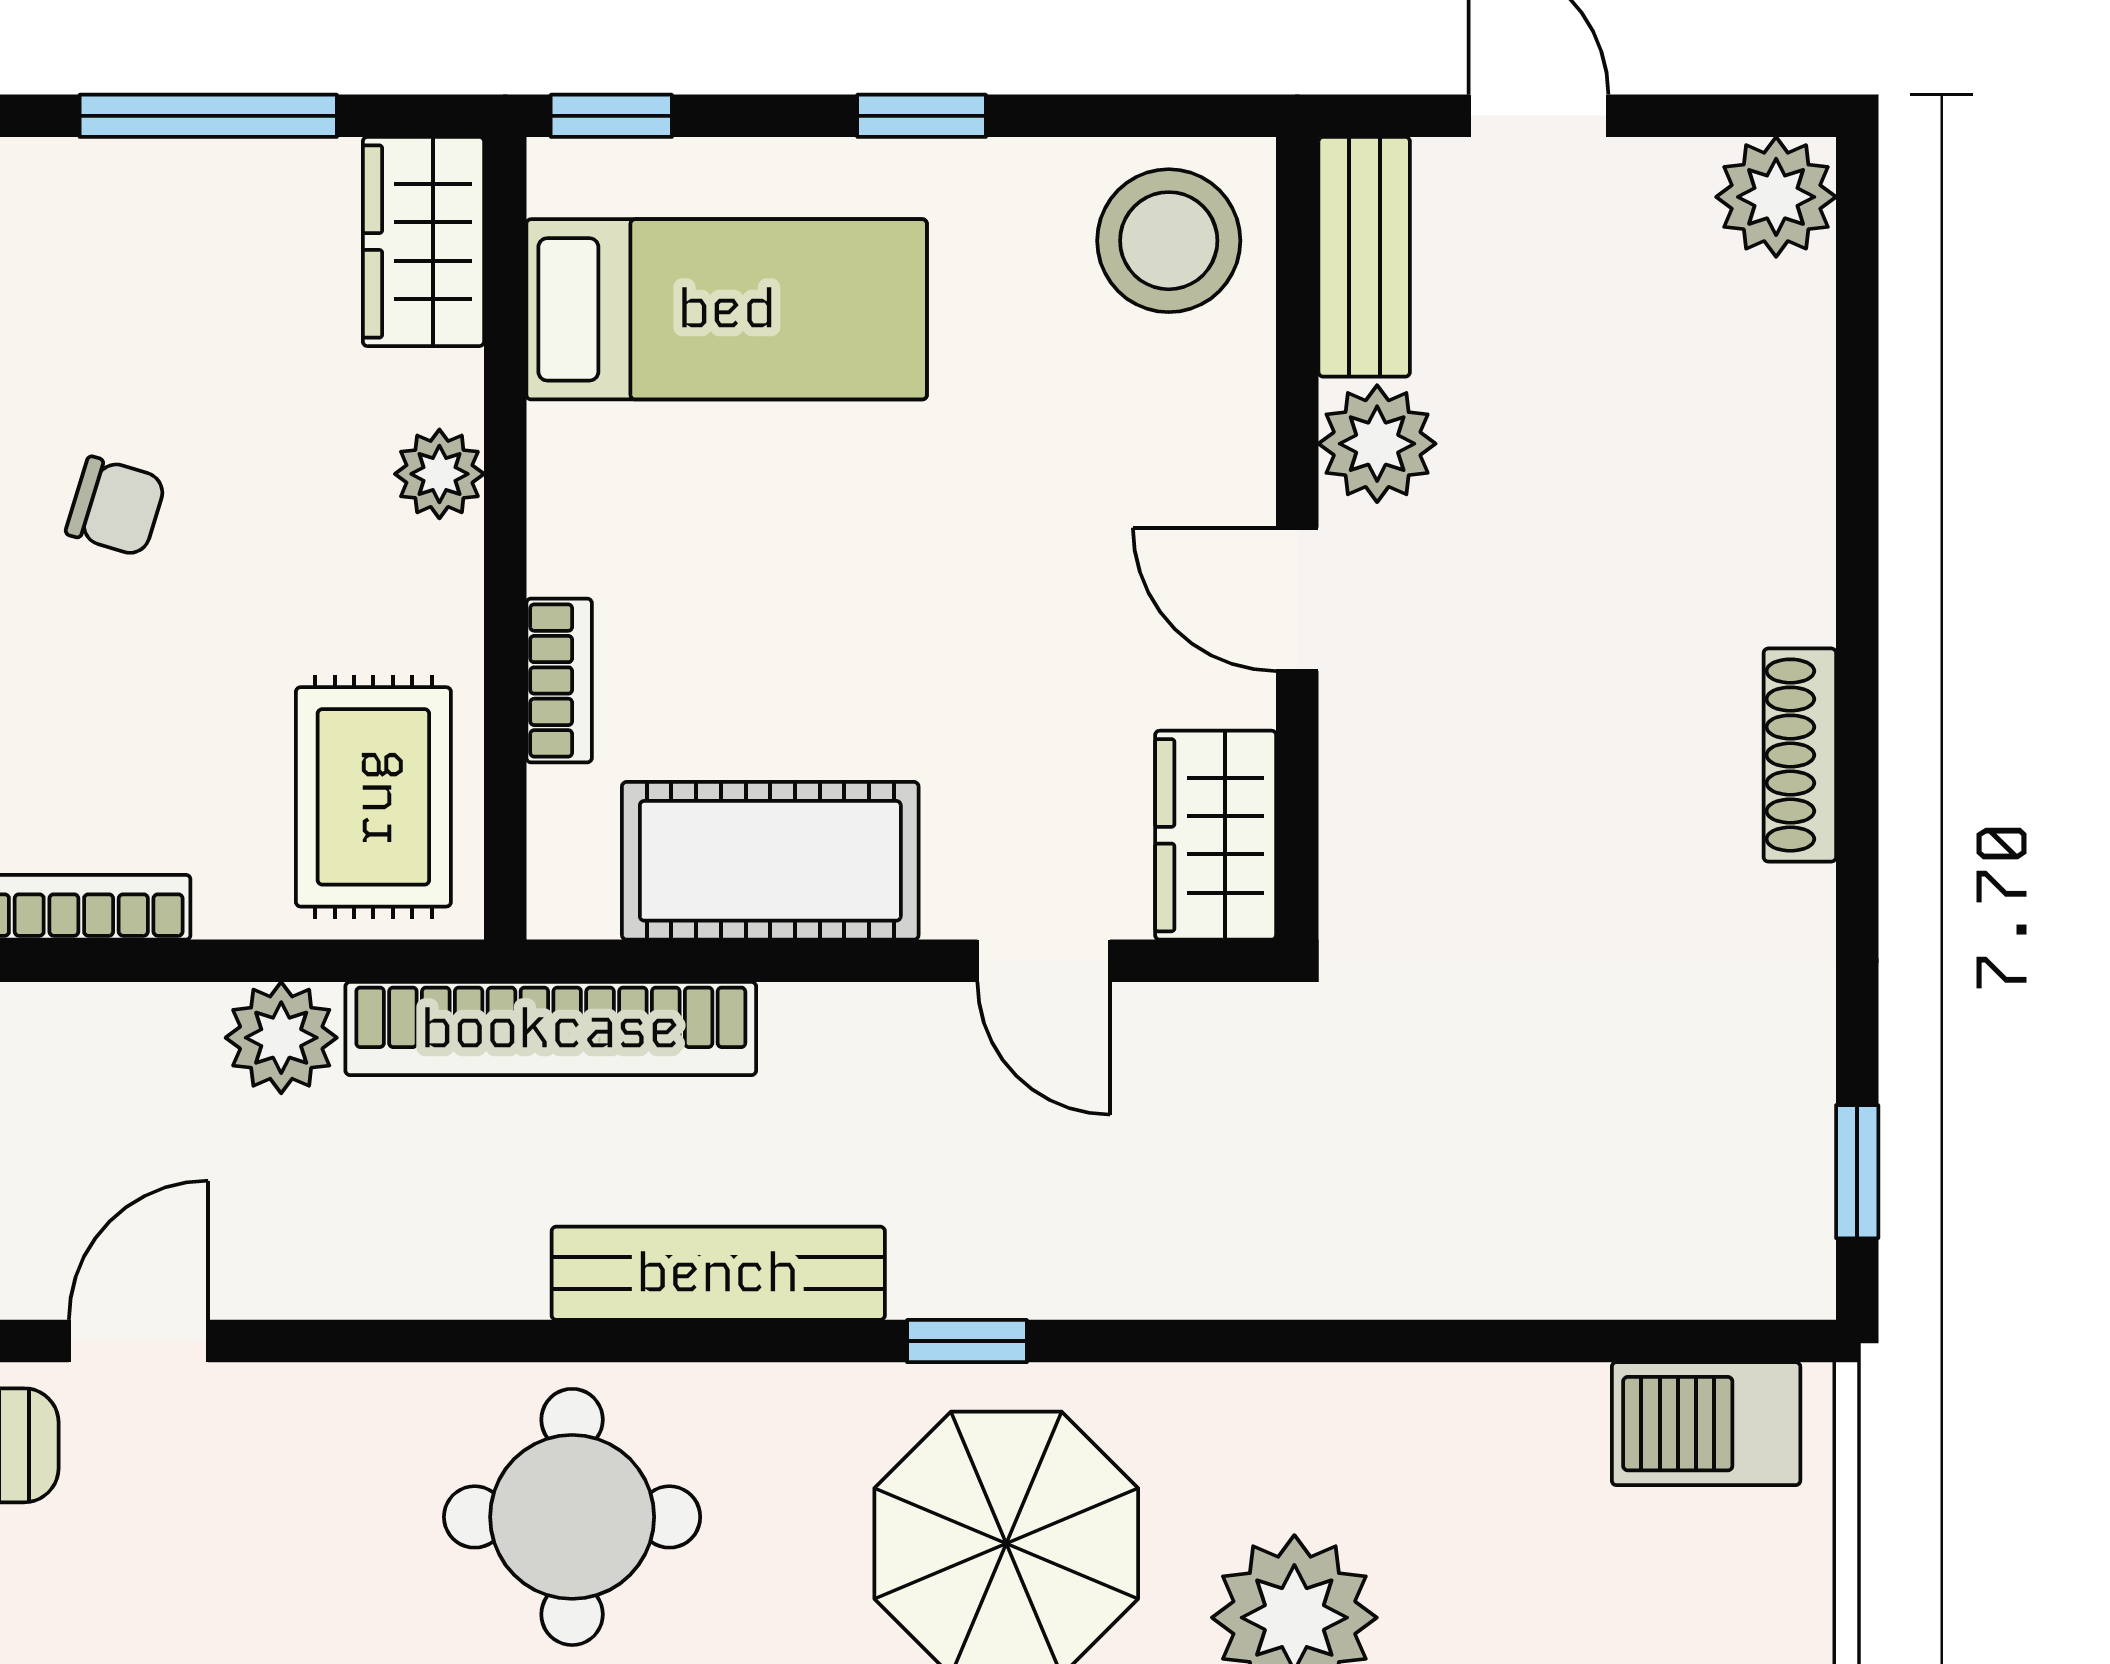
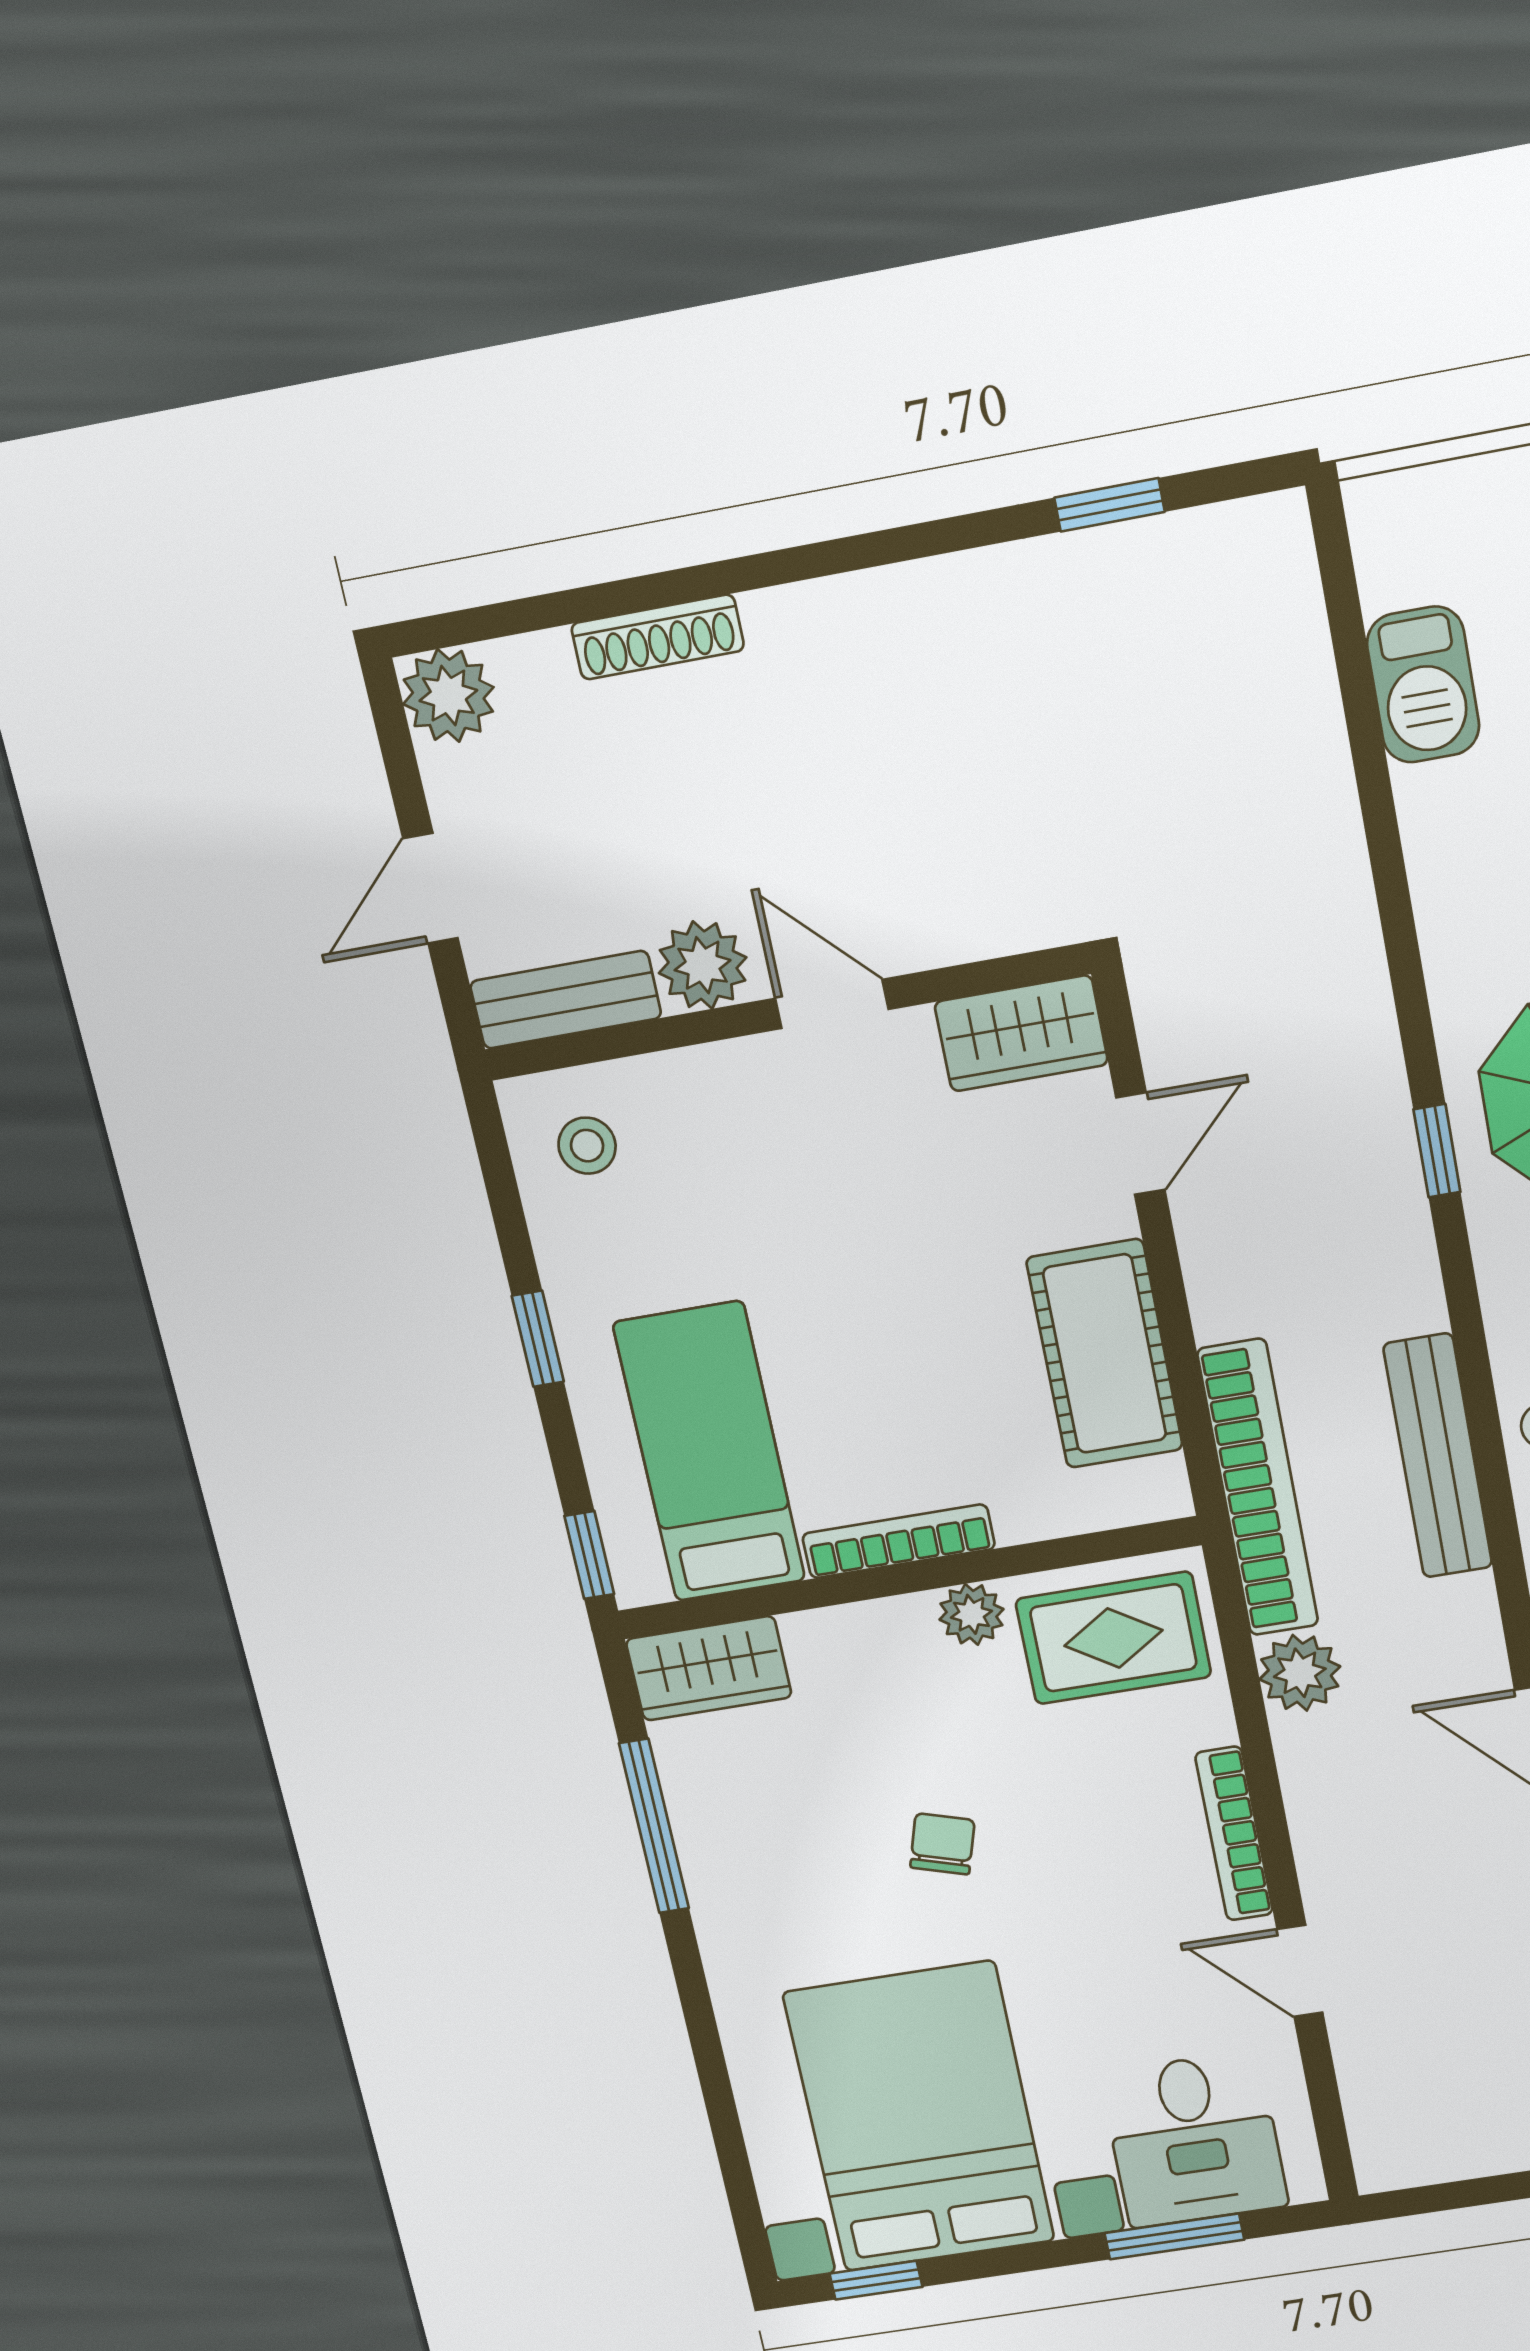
stool: (1169, 241) -> (587, 1146), width x0.53, depth x0.53
plant: (439, 474) -> (971, 1614), moved
door: (1297, 599) -> (832, 1004), swing flipped
bookcase: (559, 680) -> (899, 1541), moved, width x1.56
shoe rack: (1800, 755) -> (658, 637), moved
window: (1857, 1172) -> (1110, 505), moved
bench: (718, 1273) -> (1438, 1456), moved
barbecue: (1706, 1424) -> (1423, 685), moved

